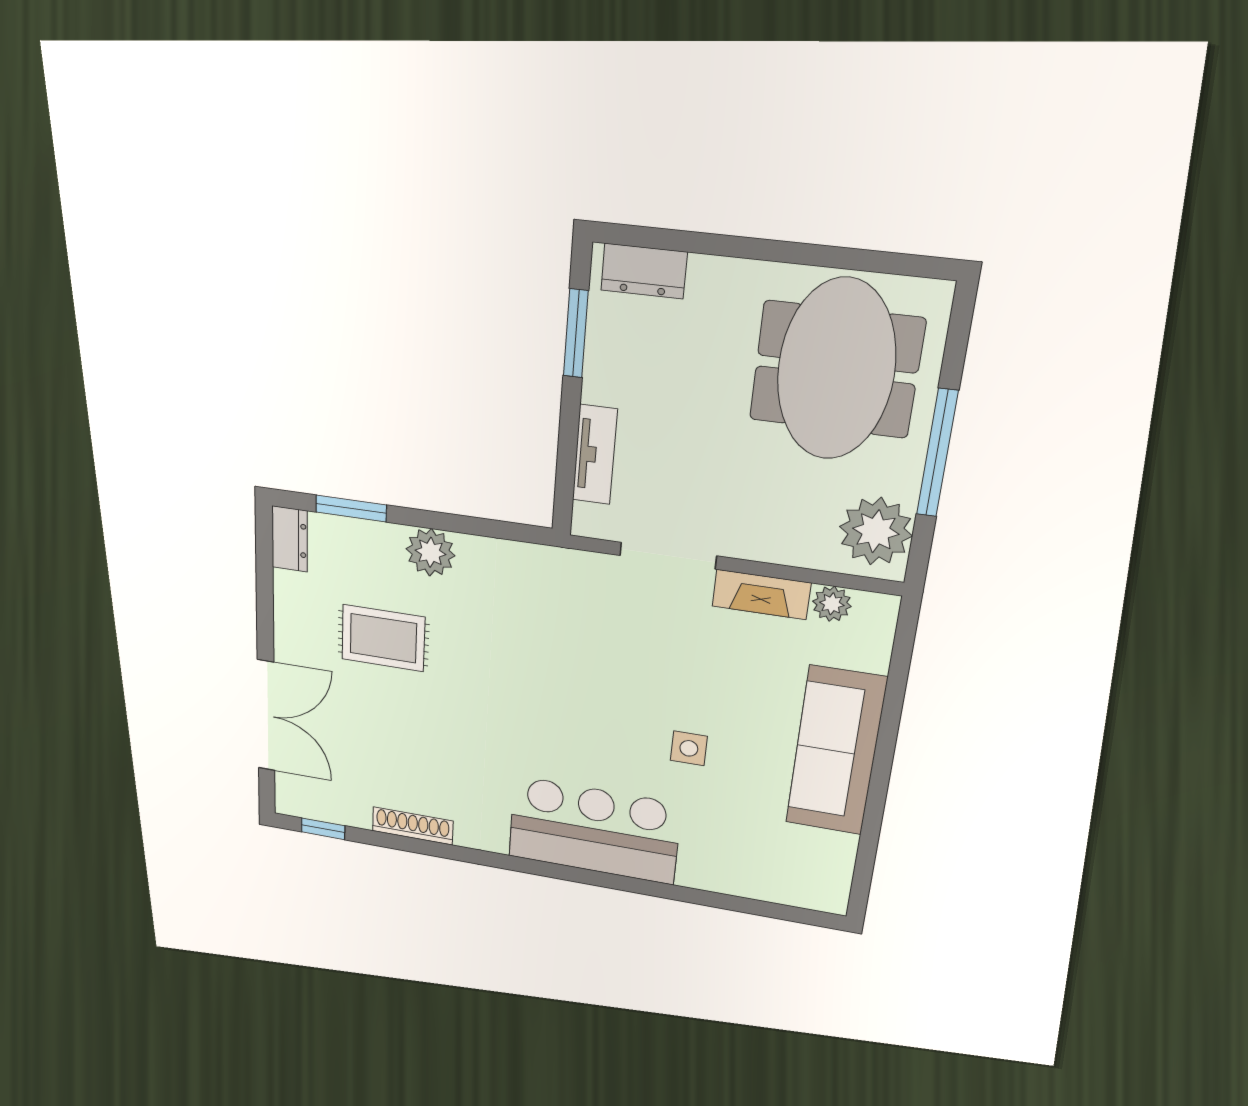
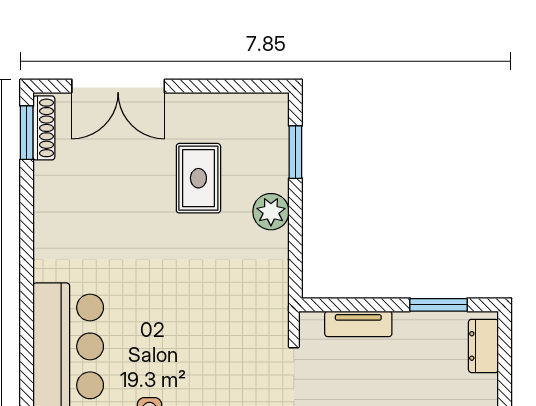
dresser: (290, 539) -> (265, 106), removed
shoe rack: (413, 826) -> (44, 128), moved
window: (323, 829) -> (27, 133), width x1.50

